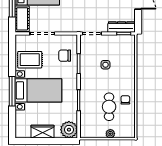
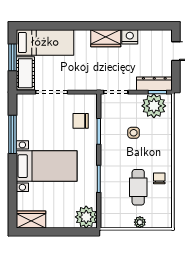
plant: (121, 44) -> (154, 106), added
rug: (30, 60) -> (35, 126), removed
window: (12, 91) -> (13, 134), moved
wardrobe: (42, 132) -> (31, 219), moved

